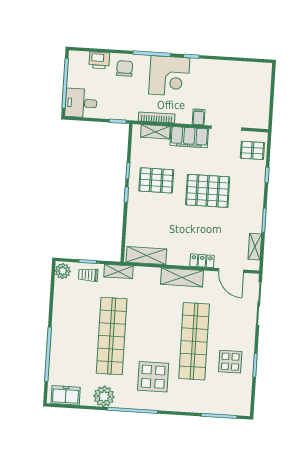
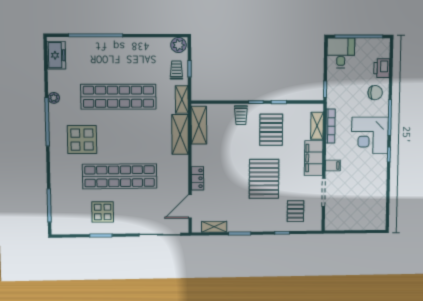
pallet: (252, 150) -> (295, 211), moved
trolley: (139, 211) -> (241, 115), added
shelving: (182, 277) -> (180, 134), moved
plant: (104, 396) -> (54, 98), width x0.53, depth x0.53

